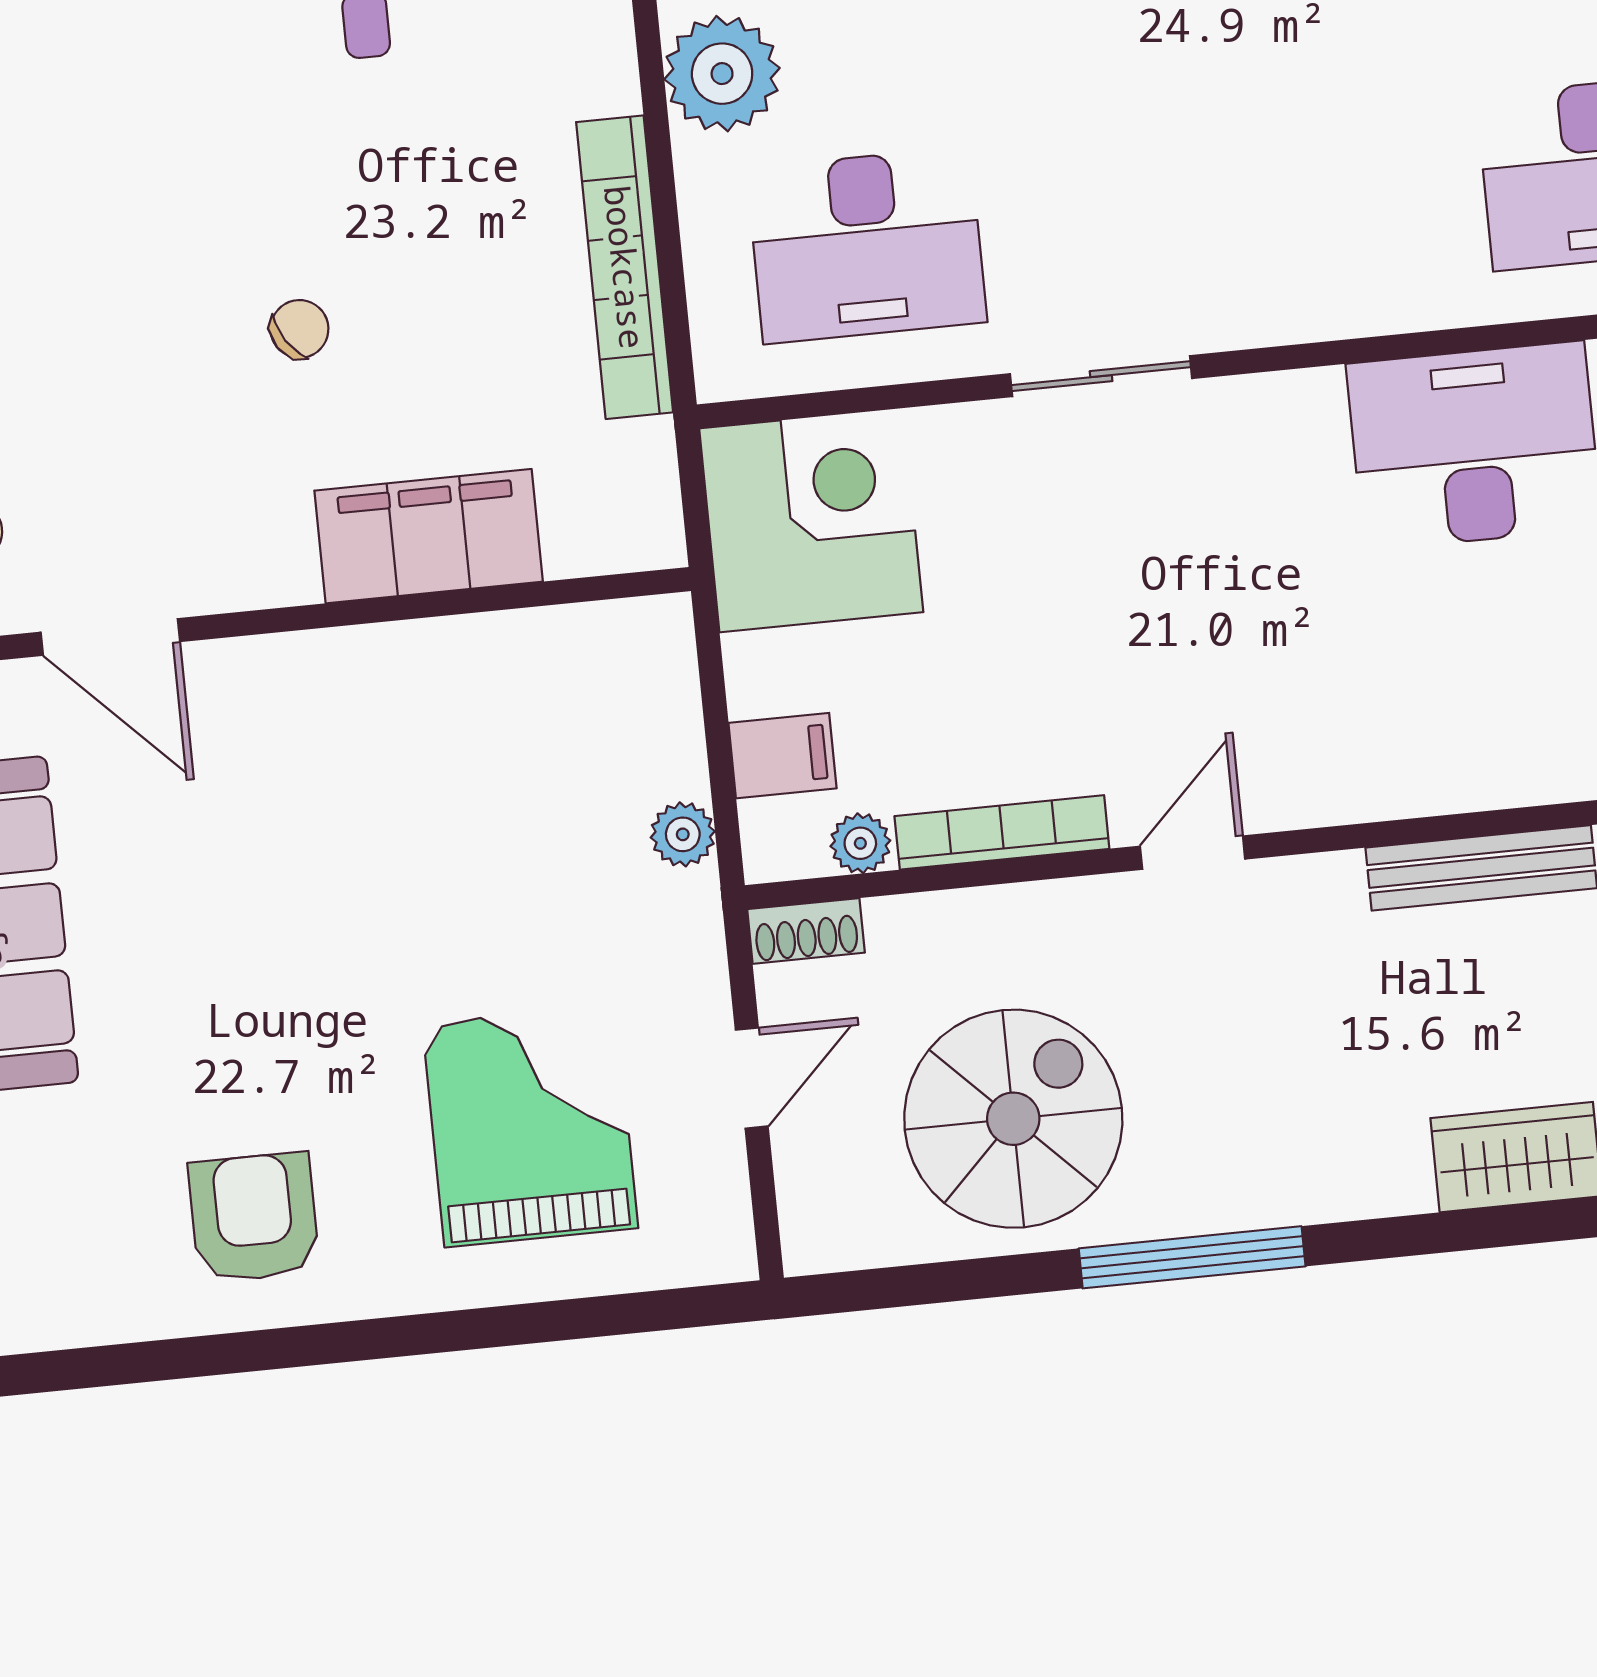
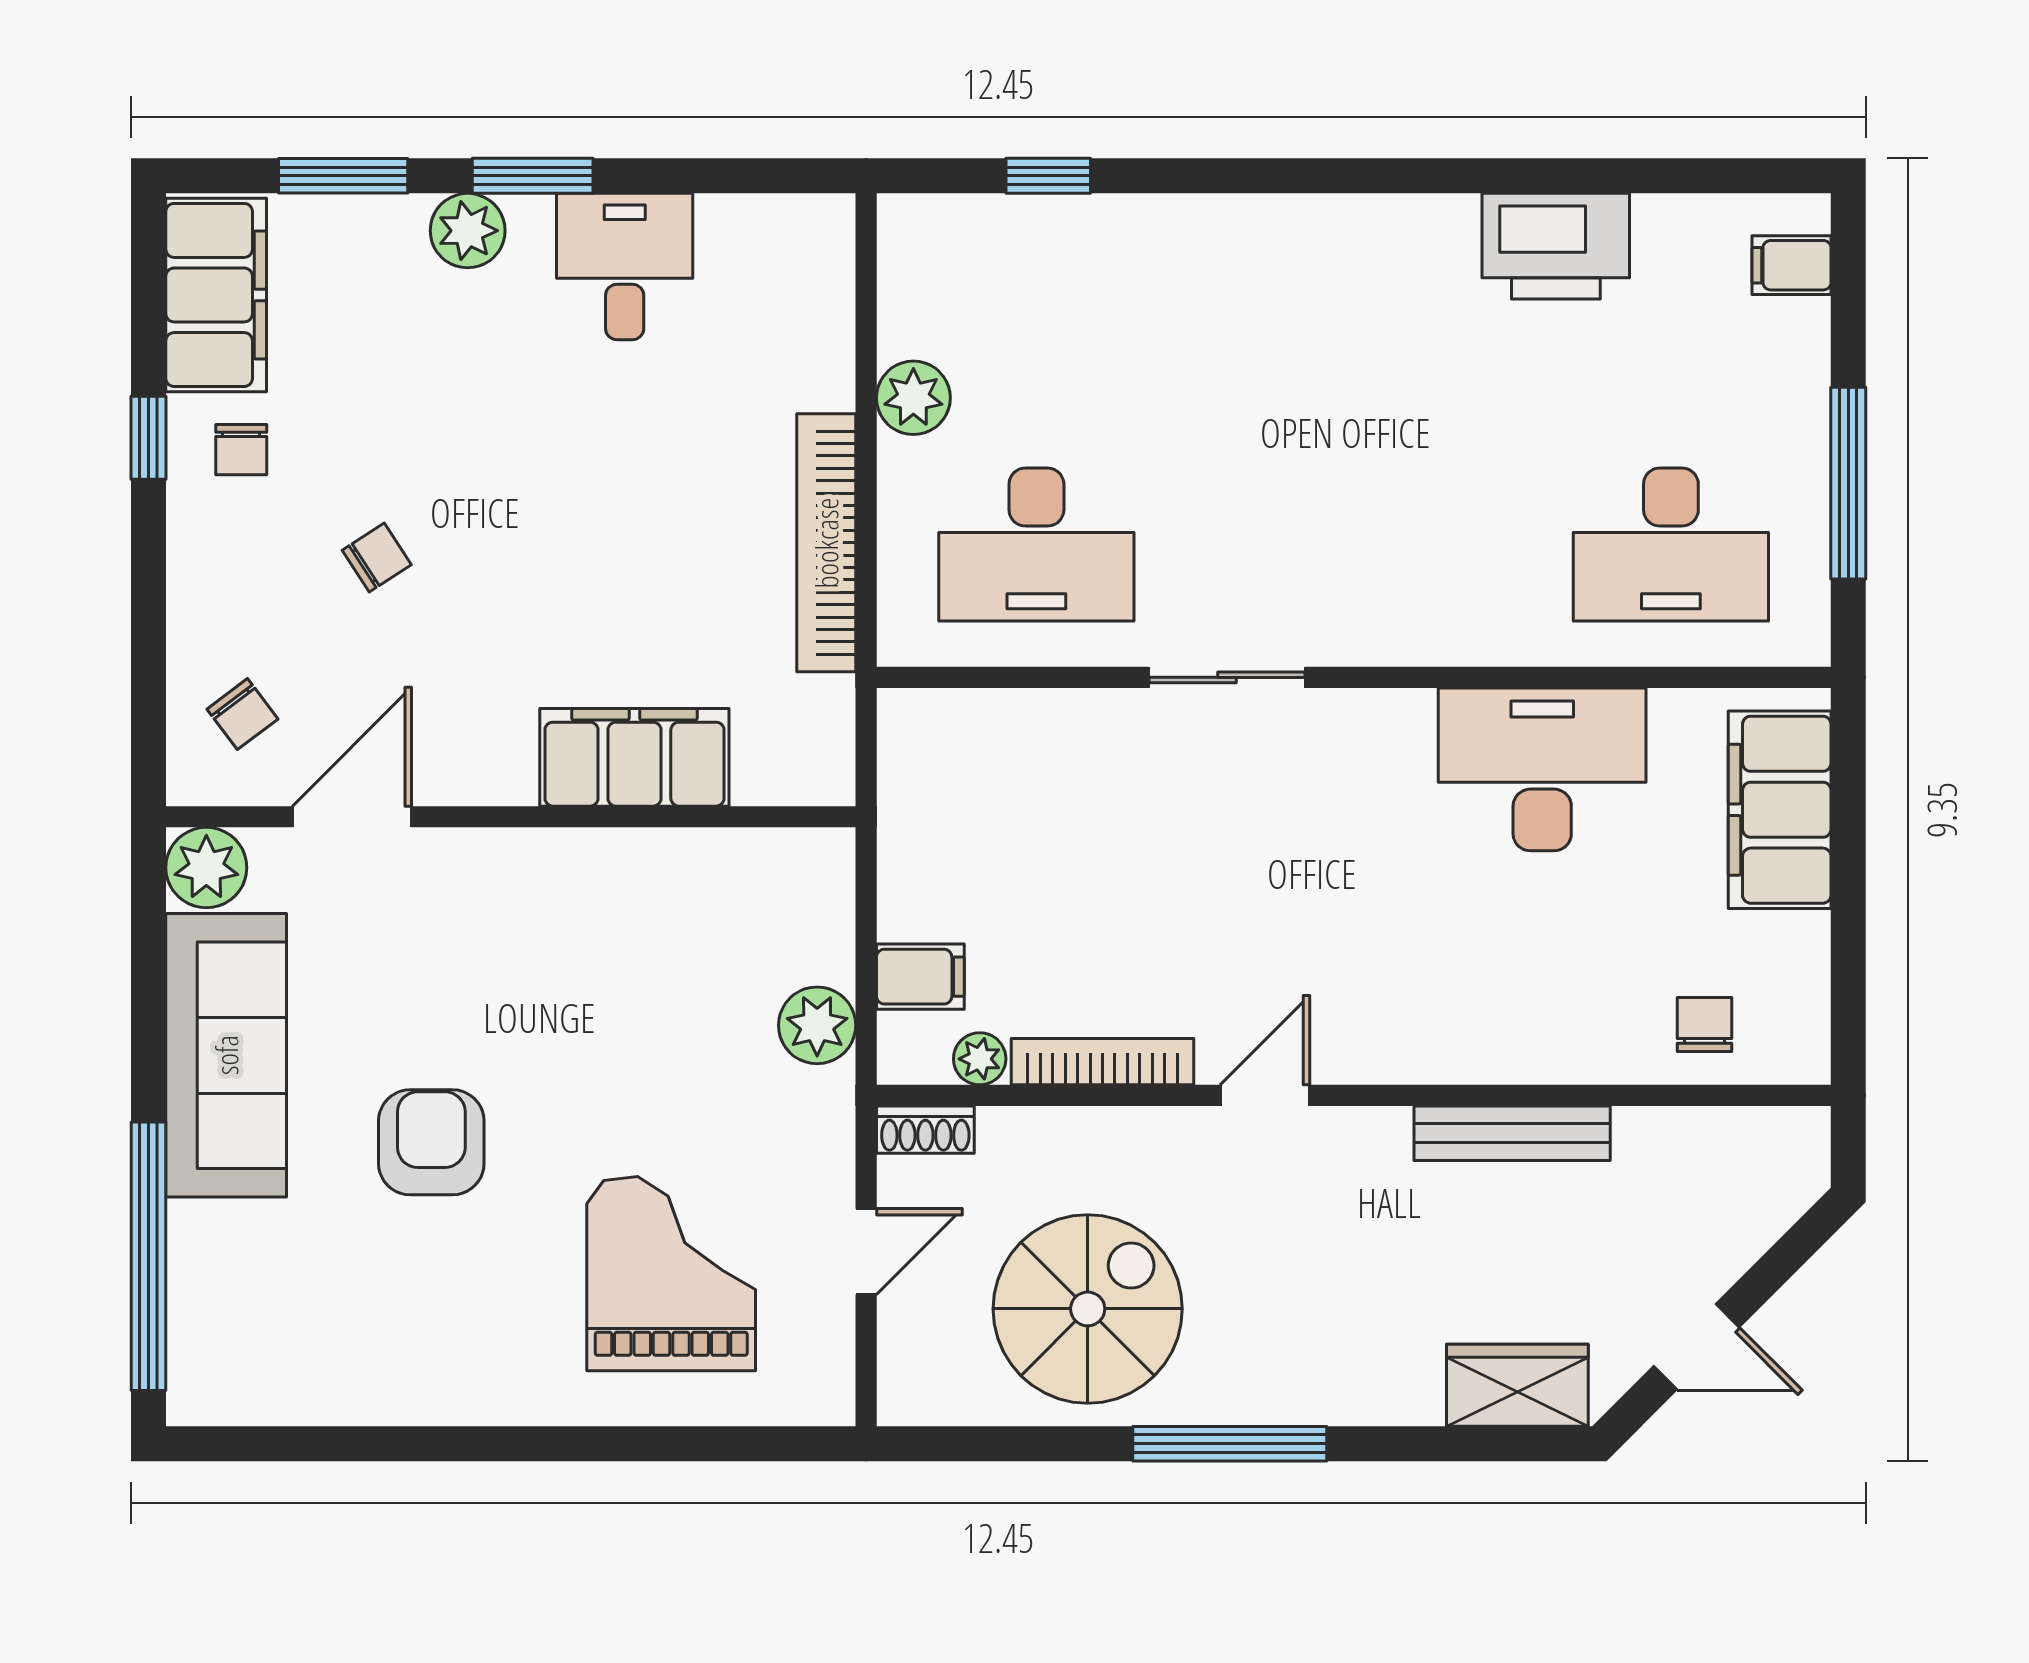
plant: (722, 74) -> (913, 398), width x0.73, depth x0.73
chair: (299, 329) -> (377, 557), moved
corner desk: (811, 520) -> (965, 776), removed
door: (110, 637) -> (352, 817), swing flipped
plant: (683, 834) -> (817, 1025), width x1.38, depth x1.38
armchair: (254, 1218) -> (431, 1142), moved

